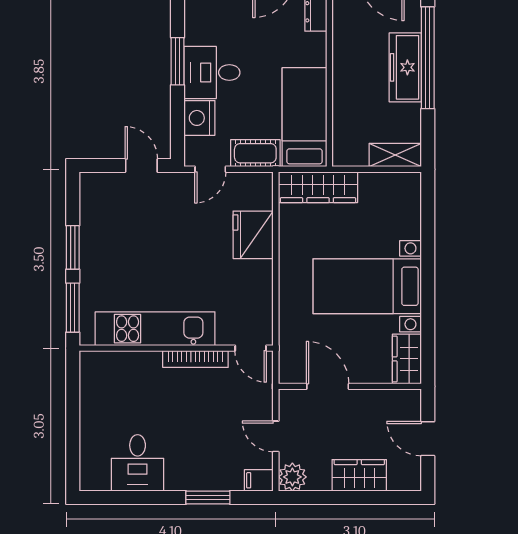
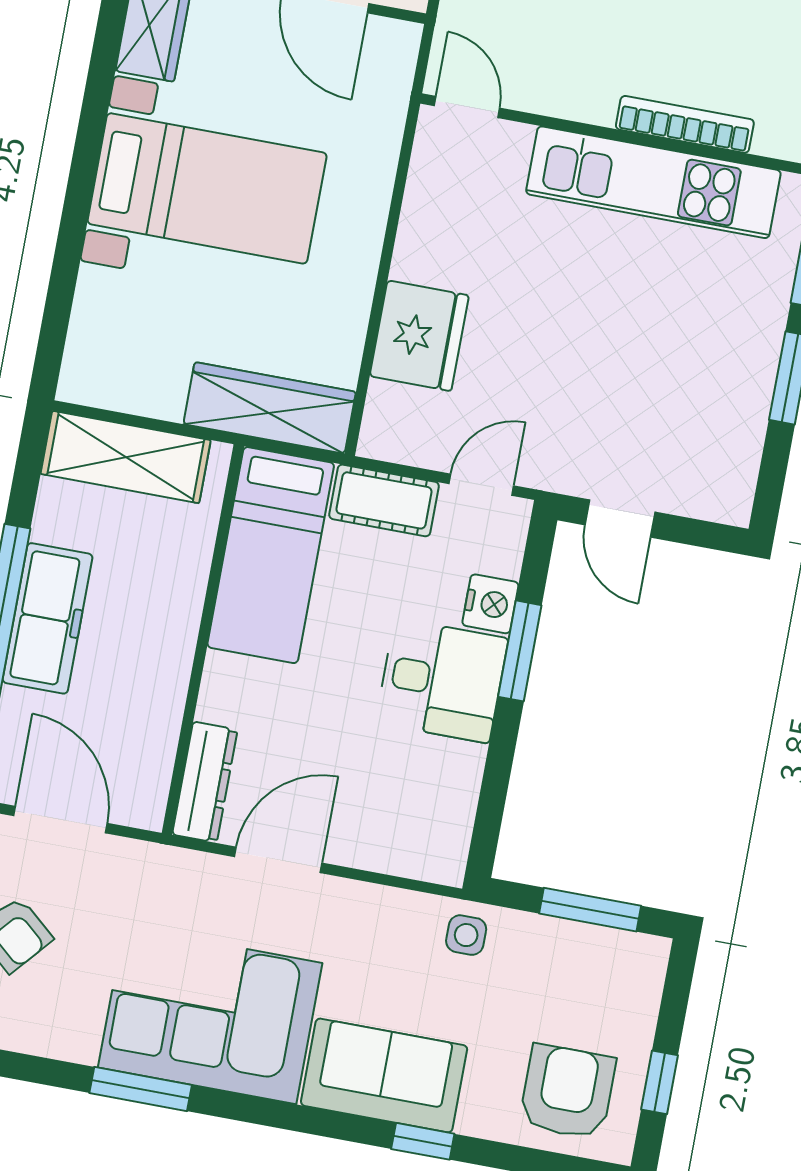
window: (177, 61) -> (520, 651), moved
nightstand: (199, 118) -> (490, 604), width x0.74, depth x0.75
shelving: (395, 155) -> (126, 457), width x1.50, depth x1.33
bookcase: (195, 359) -> (685, 124), moved

